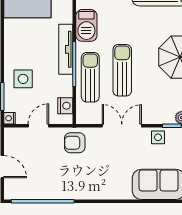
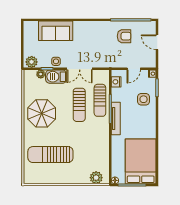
barbecue: (86, 25) -> (56, 77), moved, turned -90
armchair: (75, 143) -> (124, 36), moved

